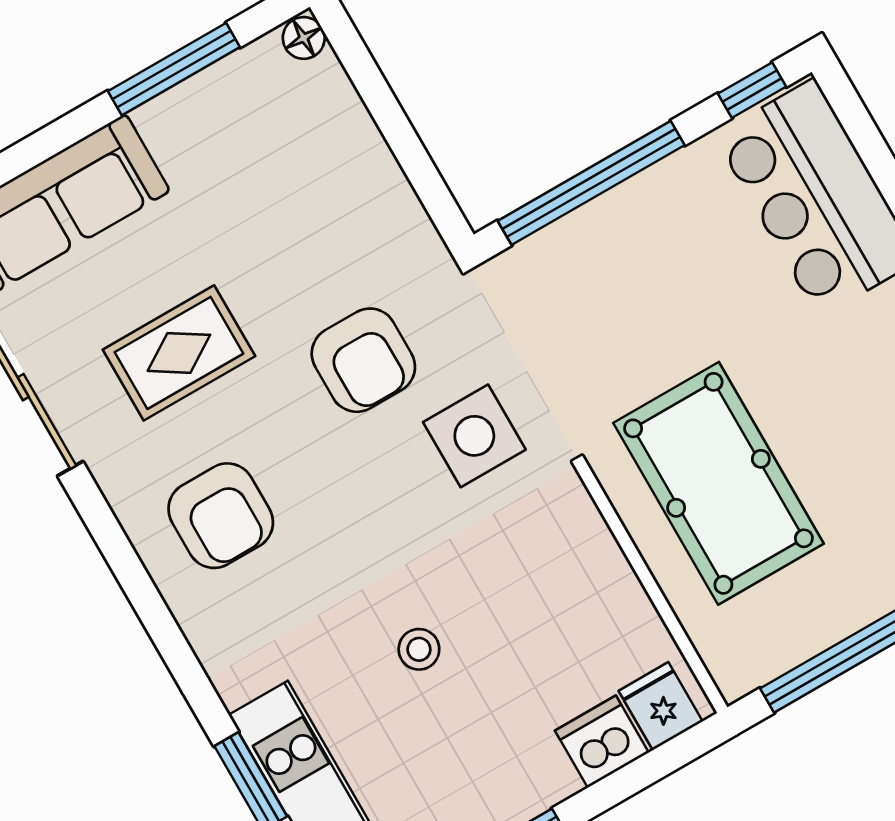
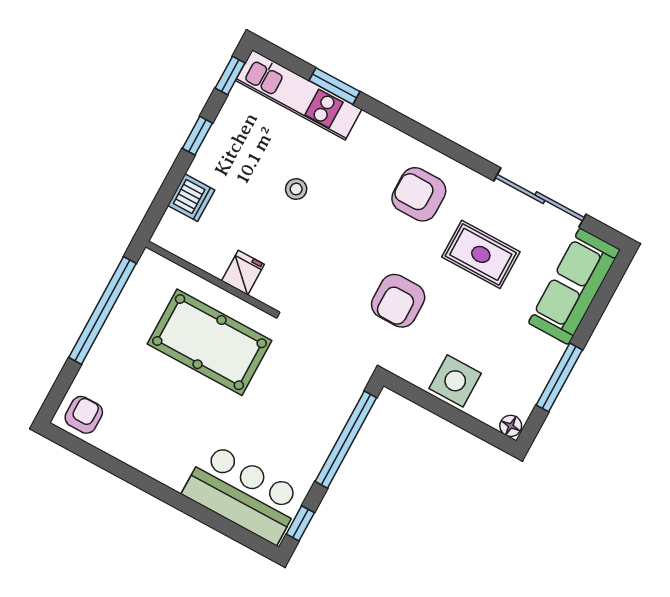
rug: (179, 353) -> (481, 254), turned 90
armchair: (363, 360) -> (398, 301), turned -90
side table: (474, 436) -> (455, 381), moved
fridge: (661, 706) -> (243, 273), moved, turned -90

